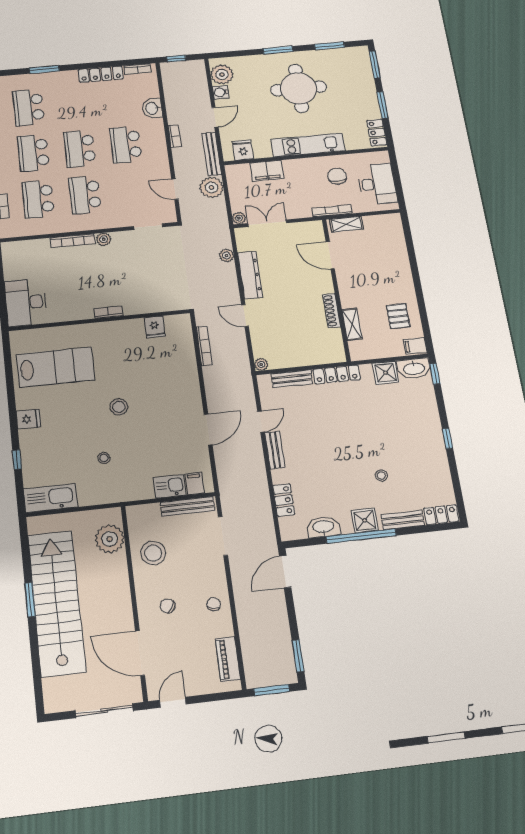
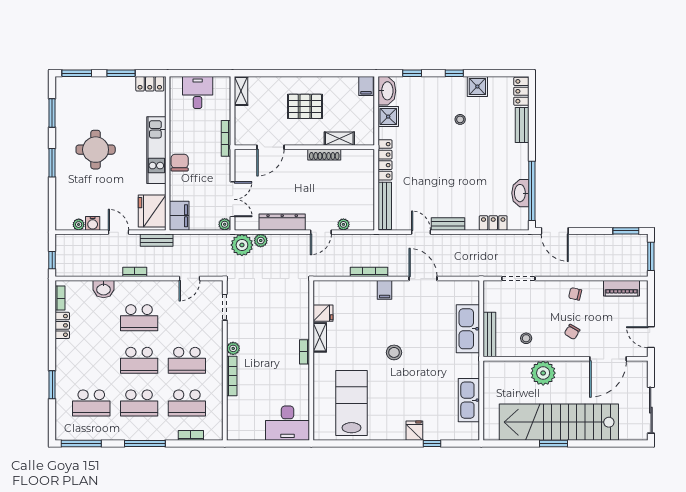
locker: (101, 74) -> (62, 325), width x0.66
plant: (222, 74) -> (79, 225), width x0.53, depth x0.53
round table: (299, 88) -> (96, 150), width x0.73, depth x0.73
fridge: (243, 150) -> (152, 211), width x1.88, depth x1.34
bench: (212, 154) -> (157, 240), width x0.73
filing cabinet: (267, 171) -> (179, 216), moved
chair: (337, 176) -> (180, 163), moved, turned 90
desk: (377, 184) -> (198, 93), width x0.73
plant: (211, 187) -> (242, 245), moved
double door: (267, 223) -> (233, 199), swing flipped
shelving: (346, 224) -> (241, 91), moved
pallet: (398, 316) -> (305, 106), moved, width x1.50, depth x1.42
shelving: (127, 326) -> (320, 337), added
bookcase: (204, 346) -> (369, 272), moved
plant: (261, 364) -> (343, 224), moved
window: (435, 374) -> (412, 73), moved
bench: (292, 379) -> (385, 206), width x1.36
fridge: (28, 419) -> (414, 431), moved
stool: (104, 458) -> (439, 370), removed
stool: (381, 476) -> (460, 119), moved
filing cabinet: (194, 483) -> (385, 290), moved, turned -90
kitchen sink: (170, 486) -> (468, 329), width x1.87, depth x1.24
kitchen sink: (50, 498) -> (469, 400), moved
bench: (187, 506) -> (489, 335), moved
shower: (365, 520) -> (477, 87), moved
window: (361, 536) -> (532, 191), moved
plant: (110, 539) -> (543, 373), moved
stool: (153, 553) -> (526, 338), width x0.53, depth x0.53
sliding door: (104, 711) -> (651, 410), moved

